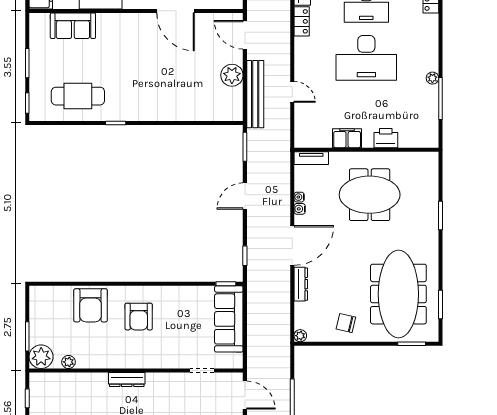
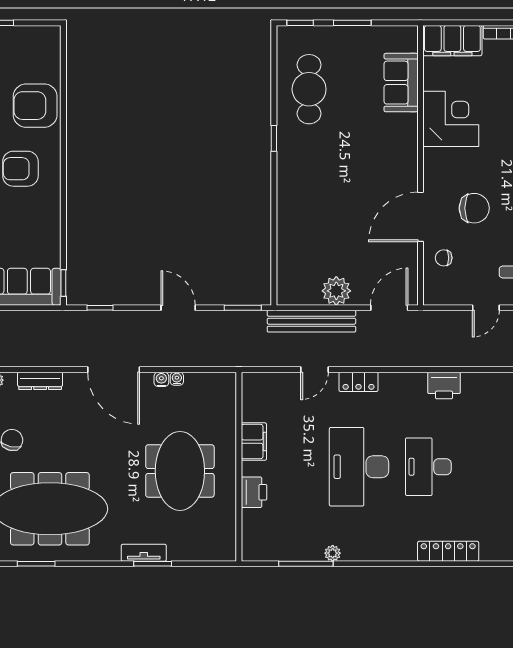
locker: (302, 21) -> (358, 382), moved
tv unit: (311, 158) -> (144, 553), moved, turned 90
dresser: (301, 284) -> (40, 381), moved

